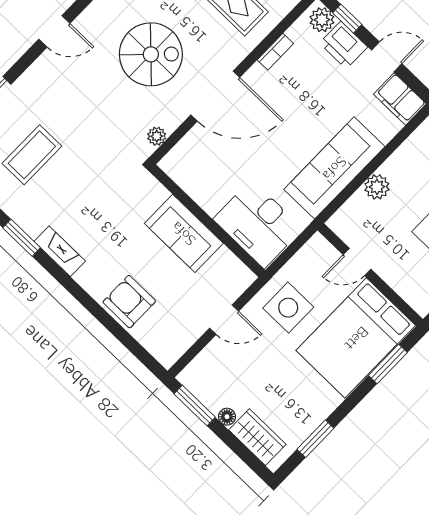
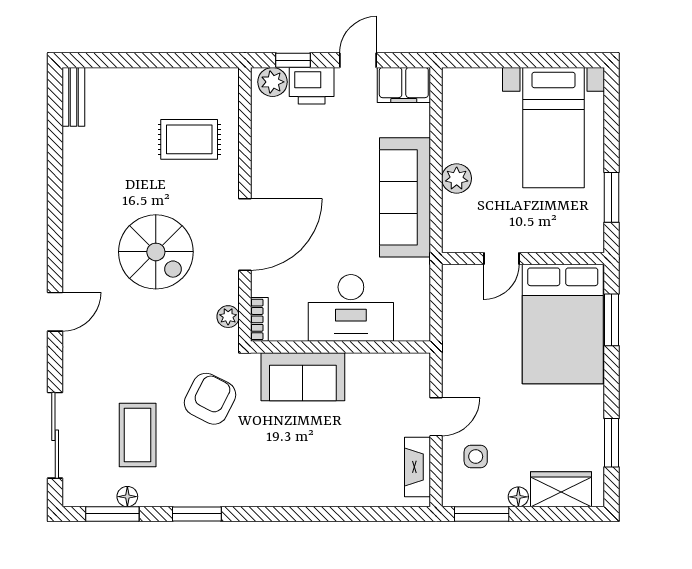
bookcase: (275, 52) -> (259, 319), moved
spiral stairs: (151, 54) -> (156, 252), turned 90
desk: (258, 224) -> (351, 308), moved
sofa: (184, 233) -> (303, 377), moved
fireplace: (60, 251) -> (418, 467), moved, turned -90
armchair: (129, 302) -> (210, 399), moved, turned 117
side table: (288, 308) -> (476, 456), moved, width x0.54, depth x0.54

